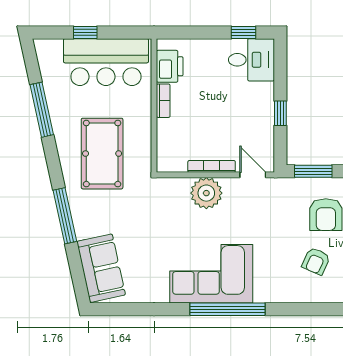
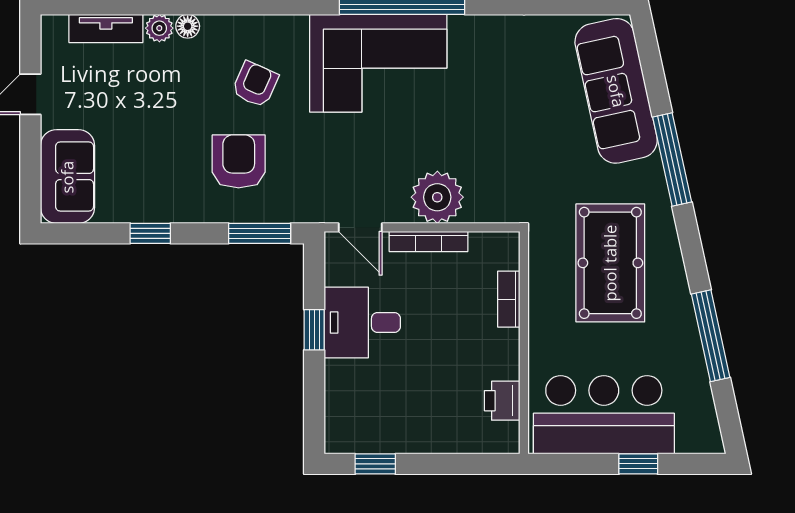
desk: (251, 60) -> (362, 322), moved
printer: (170, 66) -> (502, 401), width x0.73, depth x0.81
bookcase: (163, 101) -> (509, 299), moved
sofa: (101, 268) -> (616, 91), width x1.36
corner sofa: (211, 274) -> (378, 63), moved

